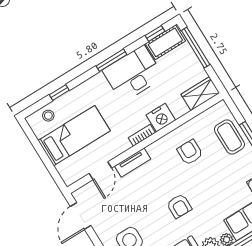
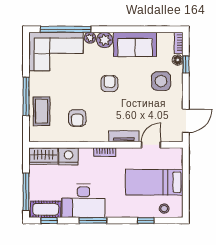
nightstand: (161, 118) -> (69, 156), moved

